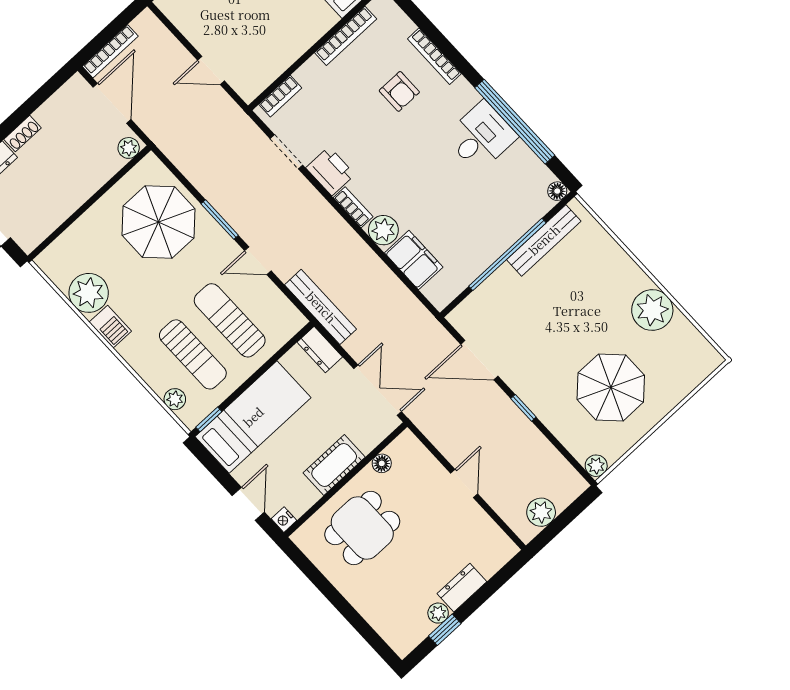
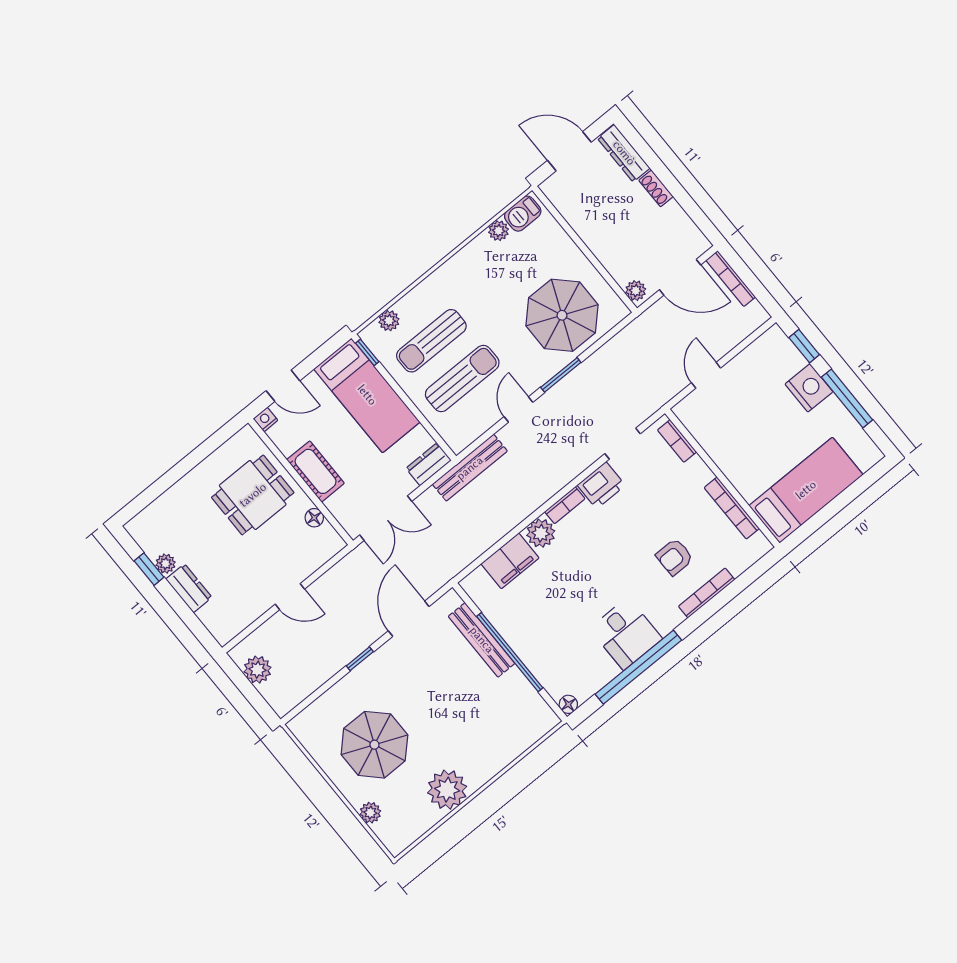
bench: (544, 240) -> (482, 640), moved
plant: (89, 293) -> (499, 231), width x0.53, depth x0.53
barbecue: (110, 327) -> (523, 214), moved
plant: (596, 466) -> (370, 813), moved
dining table: (362, 528) -> (253, 495), turned 90

